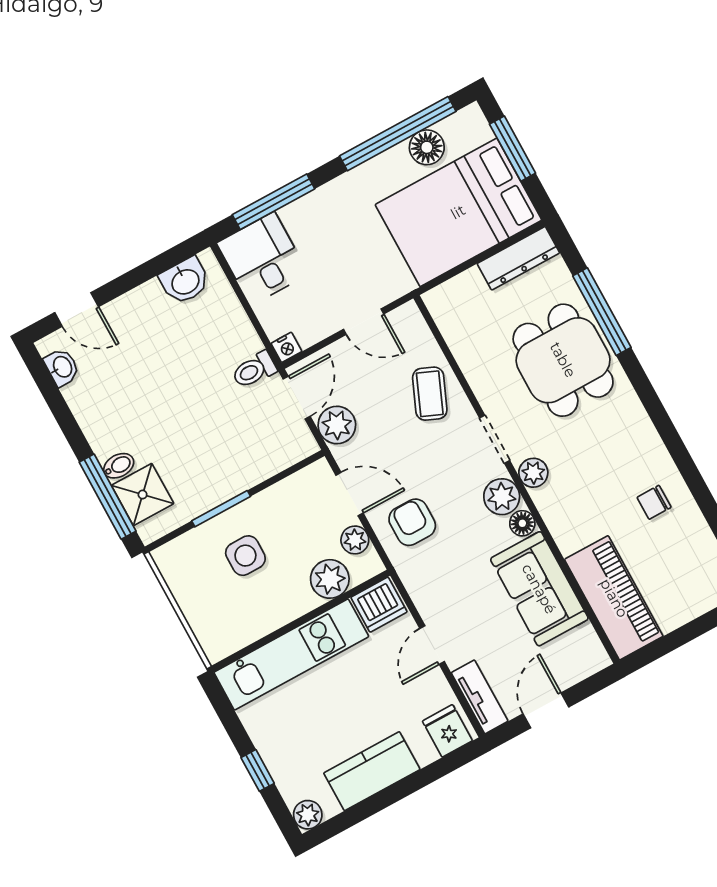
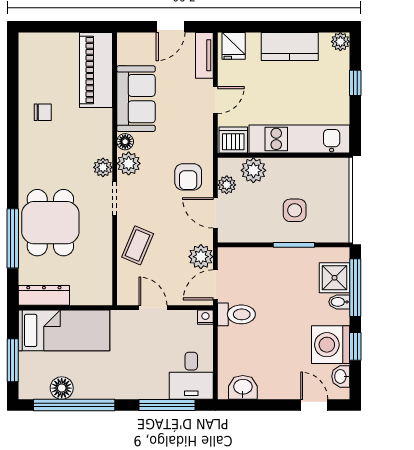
bed: (458, 212) -> (64, 330), width x0.67
toilet: (254, 370) -> (236, 314), width x1.37, depth x1.39
washing machine: (99, 402) -> (331, 345), added
window: (65, 418) -> (355, 346), added

